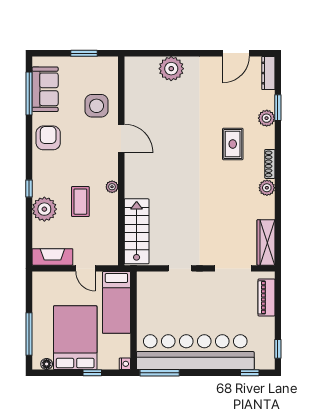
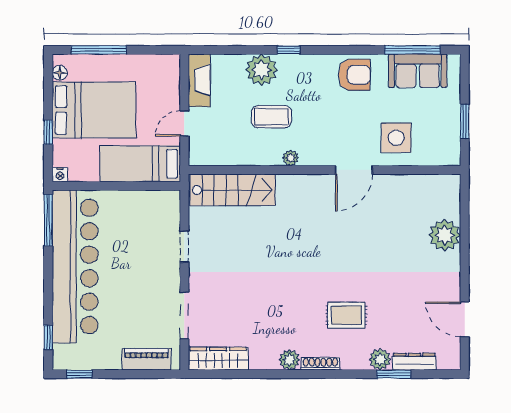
dresser: (268, 73) -> (414, 362), moved

